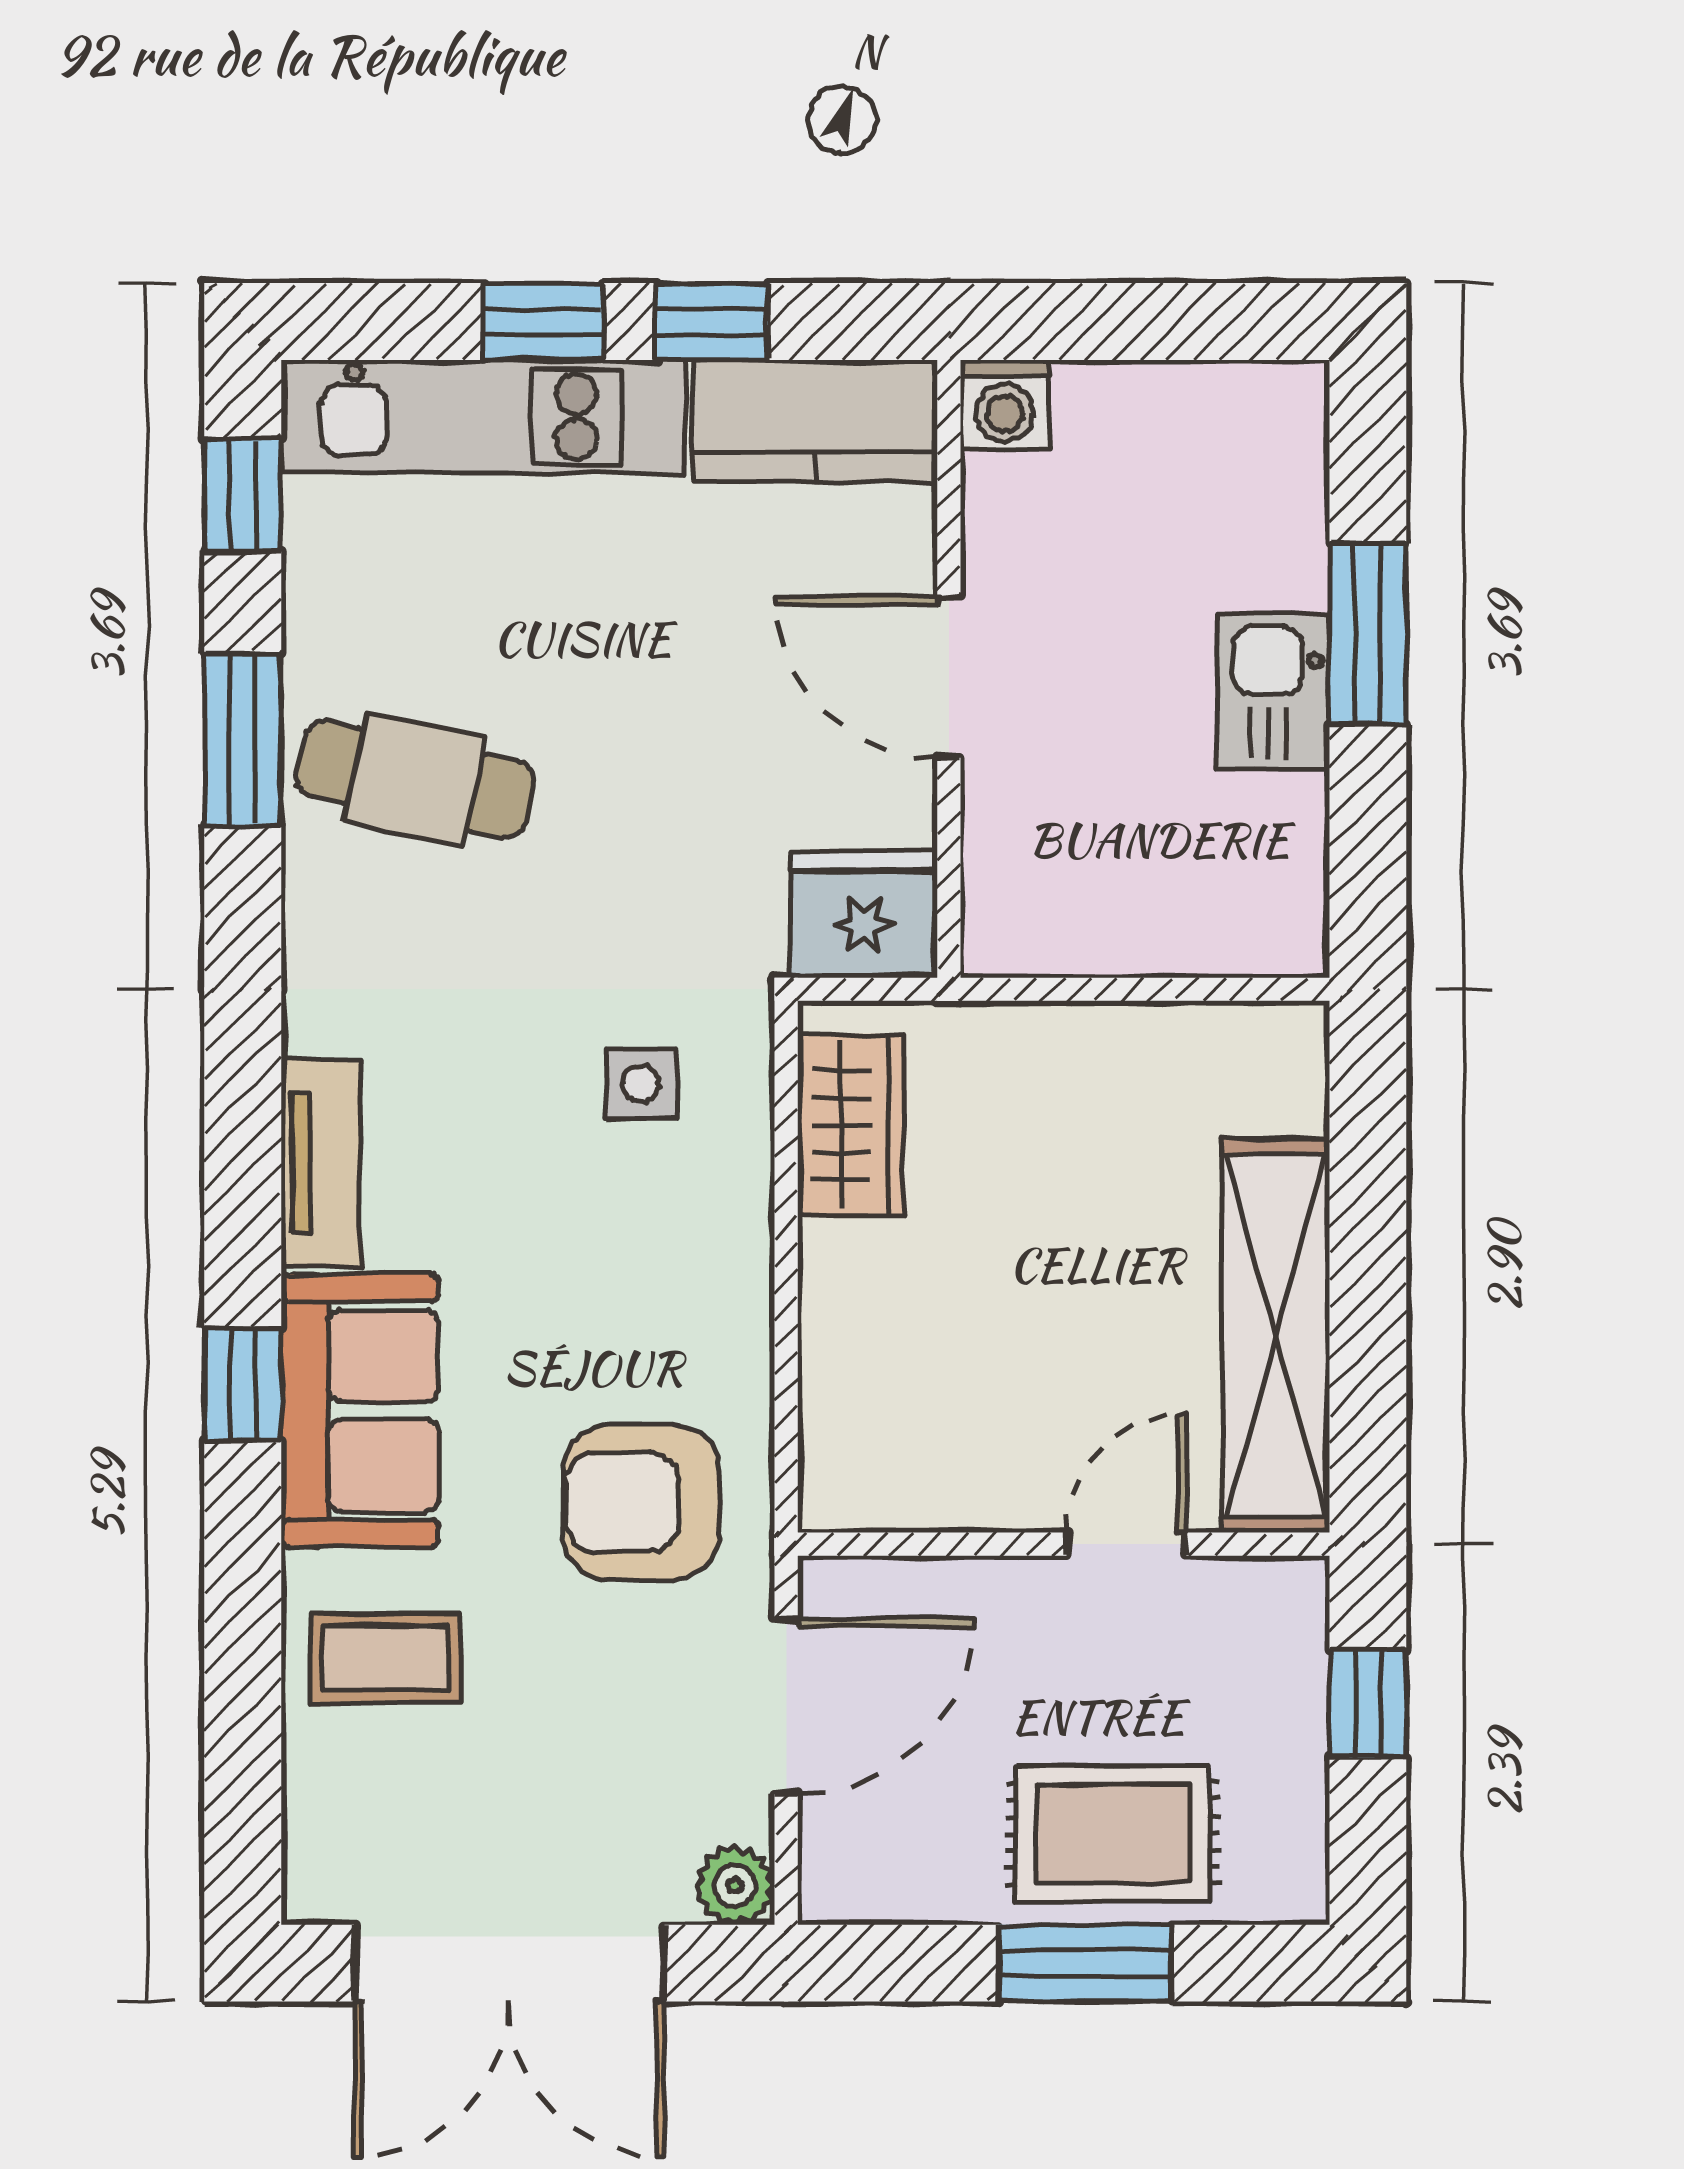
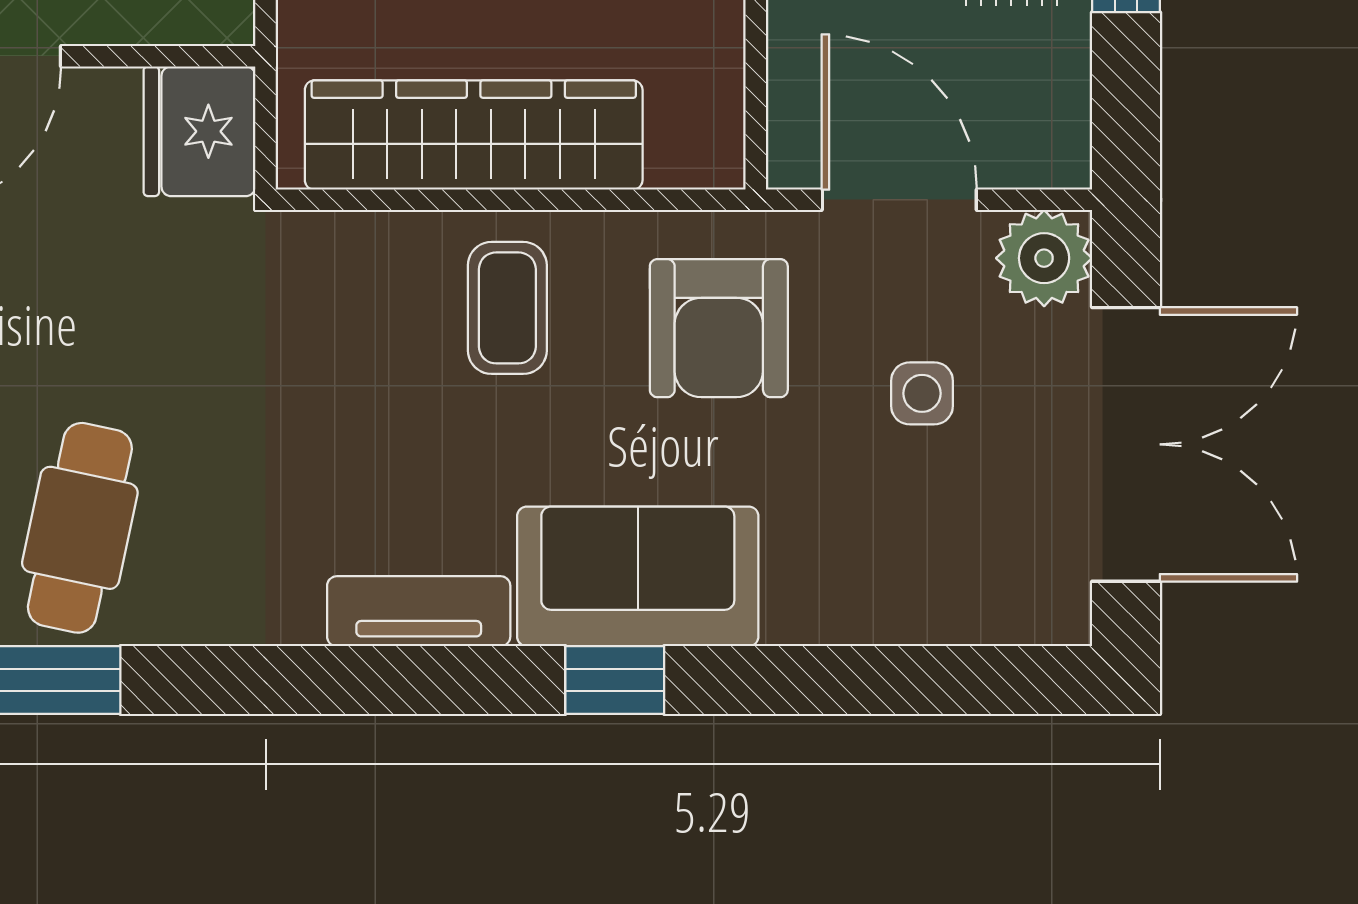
side table: (641, 1084) -> (922, 393), moved
wardrobe: (850, 1125) -> (474, 135), width x2.10, depth x1.17
coffee table: (386, 1658) -> (507, 308), moved
plant: (735, 1885) -> (1044, 258), width x1.38, depth x1.38

